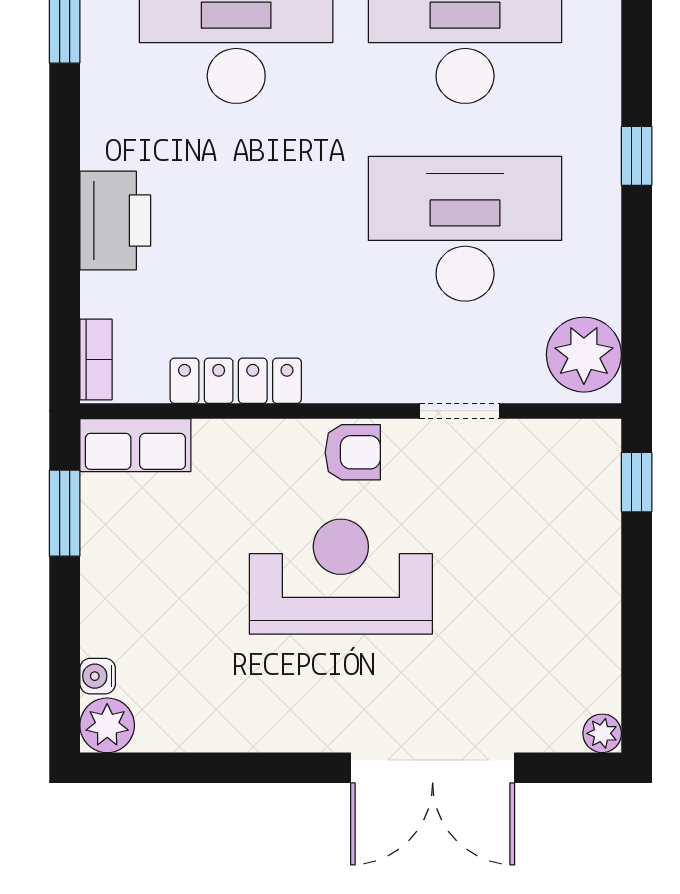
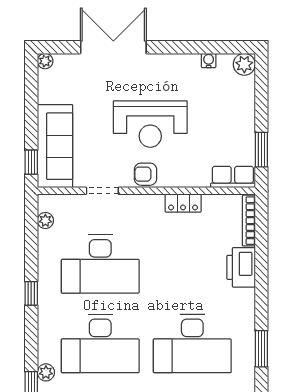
plant: (584, 355) -> (45, 220), width x0.53, depth x0.53
bookcase: (96, 360) -> (249, 221), width x1.56
locker: (236, 381) -> (183, 203), width x0.66
sofa: (577, 522) -> (55, 146), added
water cooler: (98, 676) -> (209, 60), moved, turned -90

